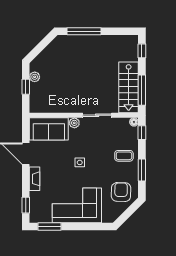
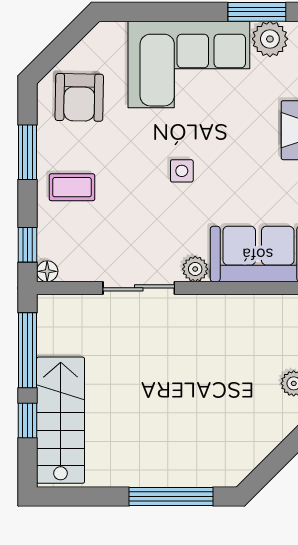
window: (142, 51) -> (27, 421), moved
stairs: (129, 87) -> (61, 420), moved
plant: (44, 216) -> (270, 39), added

